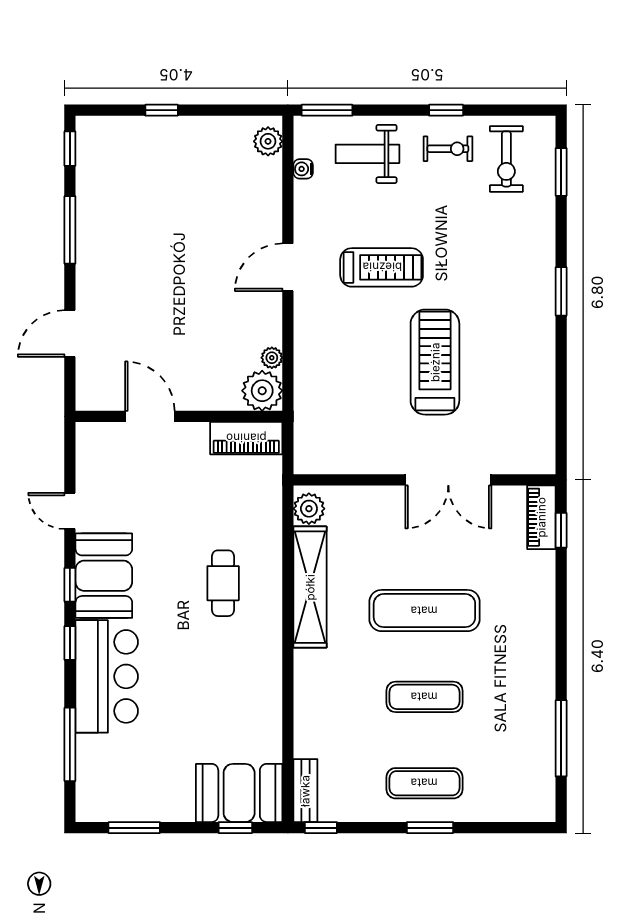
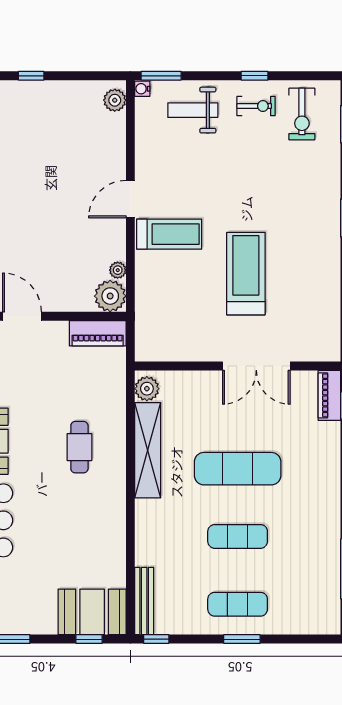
water cooler: (303, 169) -> (142, 89), moved
treadmill: (382, 267) -> (169, 234), moved
bench: (305, 791) -> (144, 601), width x1.36

